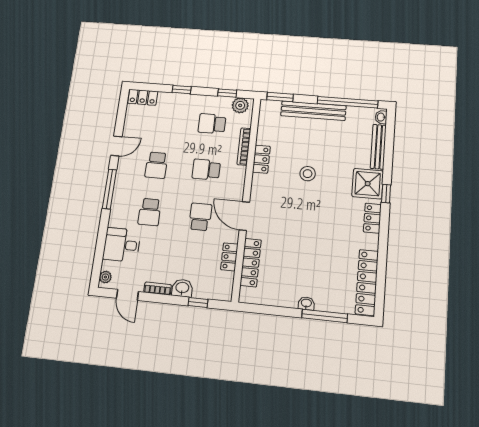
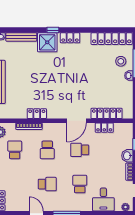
school desk: (212, 124) -> (15, 150), turned 180
stool: (308, 174) -> (121, 61), moved
school desk: (150, 212) -> (80, 184), turned -90

